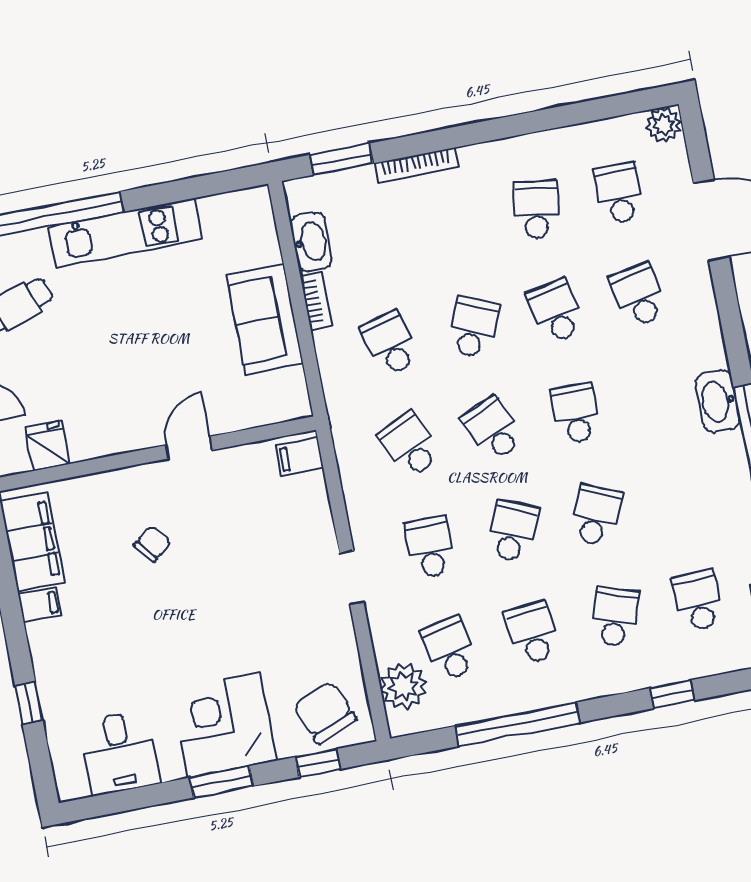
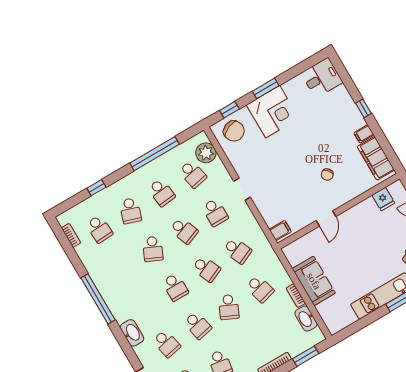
washbasin: (718, 401) -> (132, 333), moved
school desk: (513, 531) -> (184, 231), turned -45
window: (29, 703) -> (363, 108), moved
desk: (120, 753) -> (322, 78), moved, turned 90

